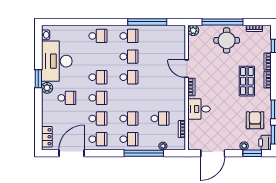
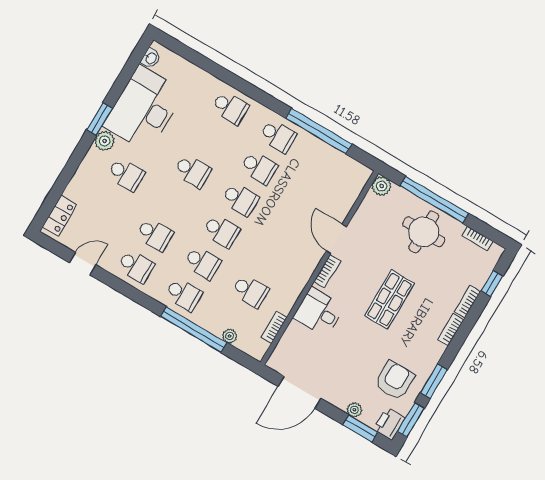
shop shelf: (247, 81) -> (389, 300), moved
school desk: (98, 98) -> (221, 231), moved
door: (71, 153) -> (83, 264), width x0.53

